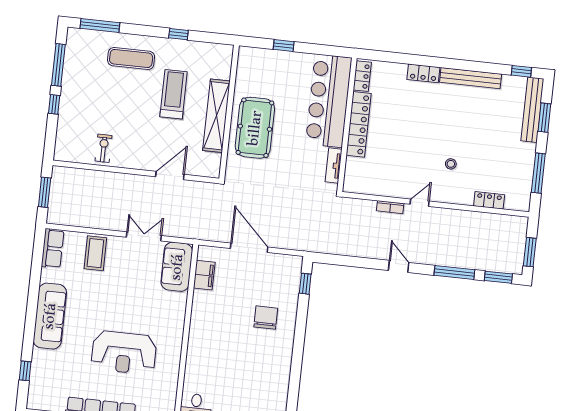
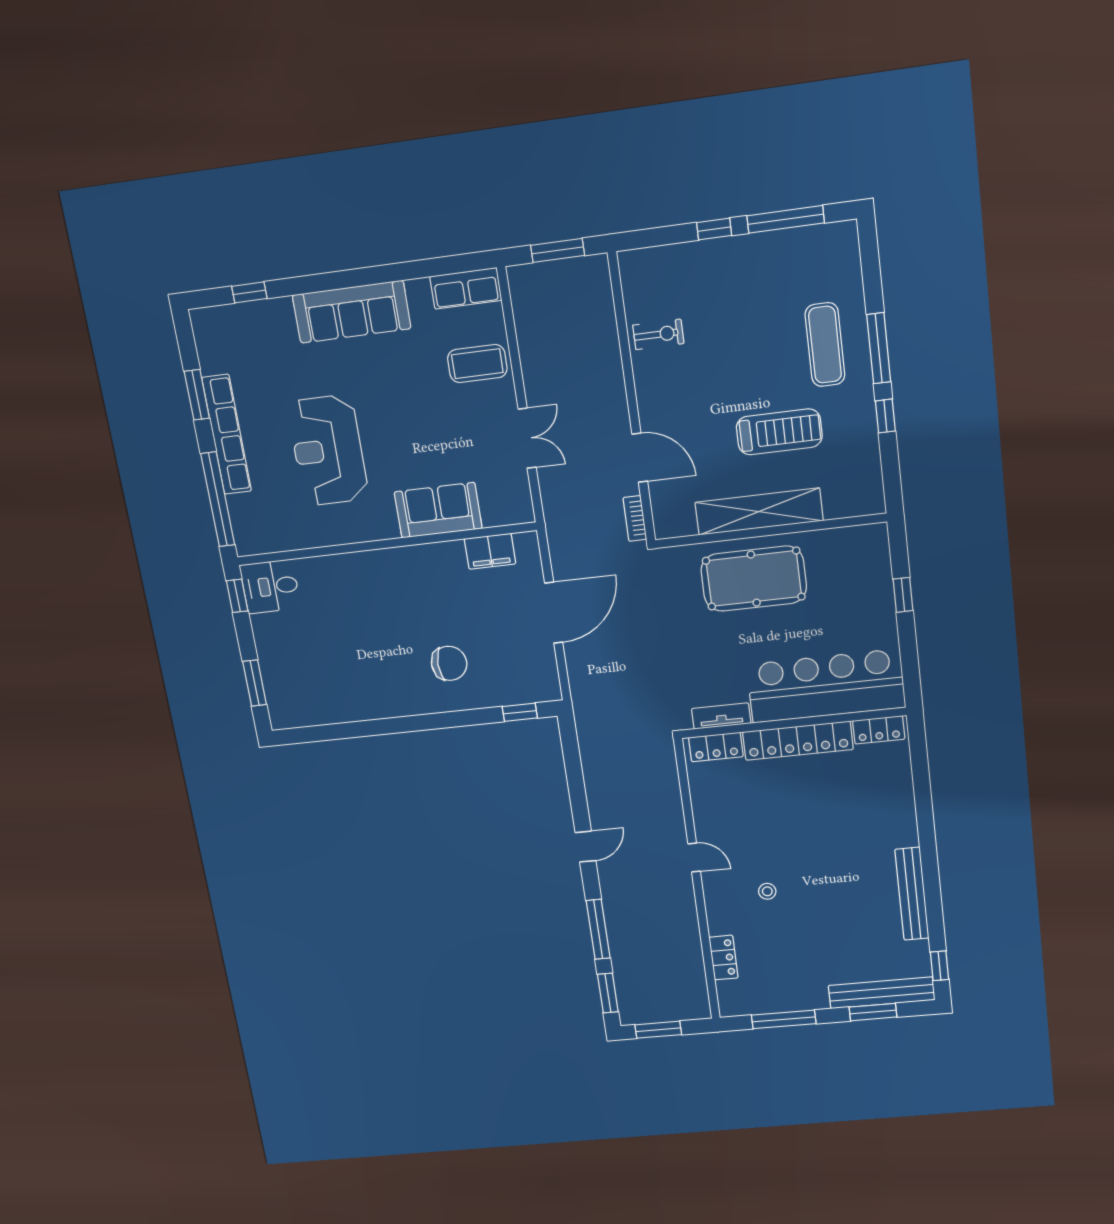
window: (100, 26) -> (879, 348), moved
locker: (423, 73) -> (716, 747), moved, turned -90
bookcase: (390, 207) -> (635, 518), moved
sofa: (177, 267) -> (438, 510), moved

